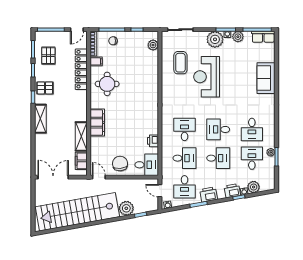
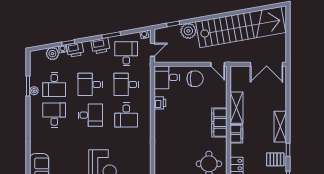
filing cabinet: (81, 161) -> (236, 134), moved
chair: (120, 164) -> (195, 79), turned -85
door: (160, 191) -> (152, 50), hinge flipped

